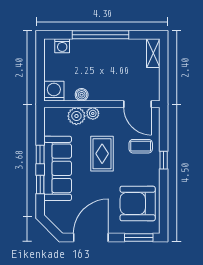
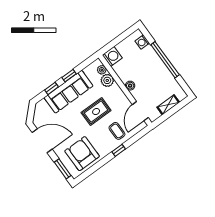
shelving: (153, 53) -> (168, 105), moved
boiler: (82, 95) -> (130, 86), moved
plant: (93, 113) -> (102, 70), moved

